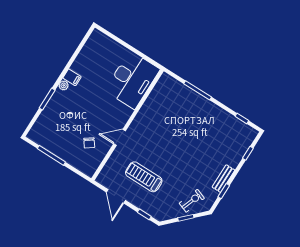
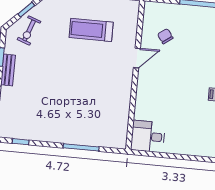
desk: (132, 80) -> (148, 136), width x0.53, depth x0.77
treadmill: (144, 177) -> (91, 30), turned 180

